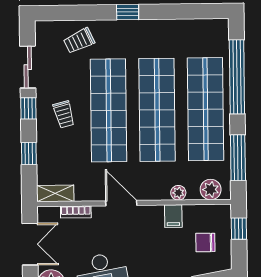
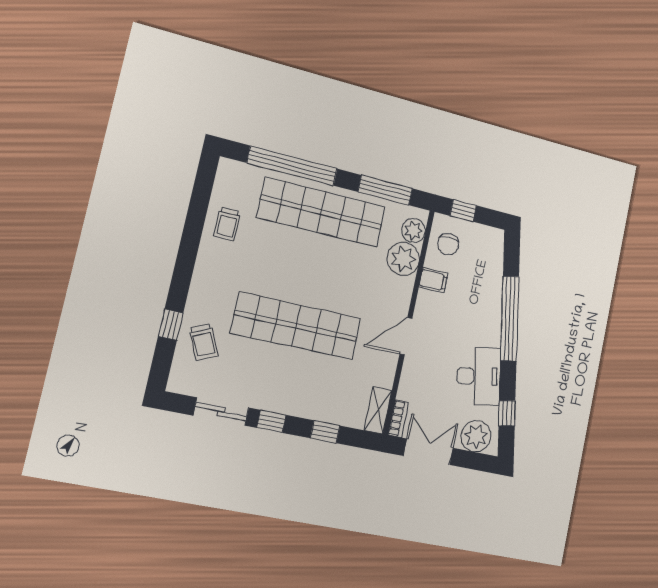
window: (128, 12) -> (171, 325), moved
shop shelf: (157, 110) -> (309, 269), removed
trolley: (64, 114) -> (227, 224), moved, turned 105
plant: (178, 193) -> (403, 259), width x1.87, depth x1.87
bookcase: (76, 212) -> (398, 419), moved
chair: (205, 242) -> (448, 244), moved

